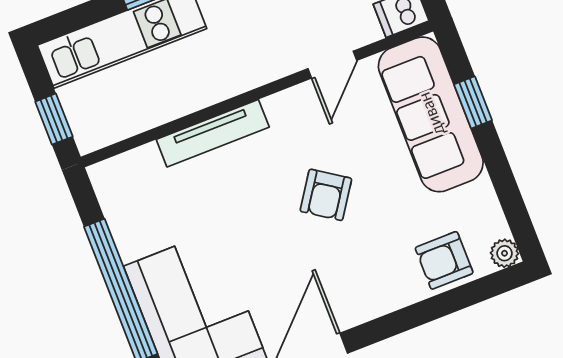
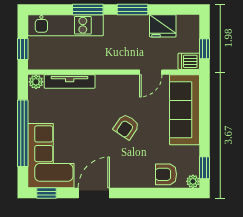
window: (473, 102) -> (205, 168), moved
tv unit: (213, 133) -> (70, 81), moved
plant: (107, 175) -> (36, 82), added

